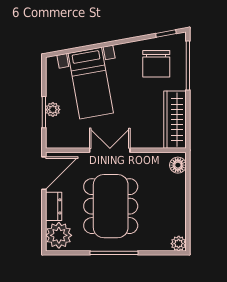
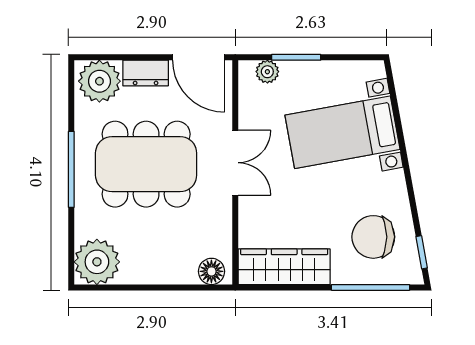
plant: (53, 110) -> (267, 72), moved
plant: (179, 244) -> (97, 262), width x1.87, depth x1.87

